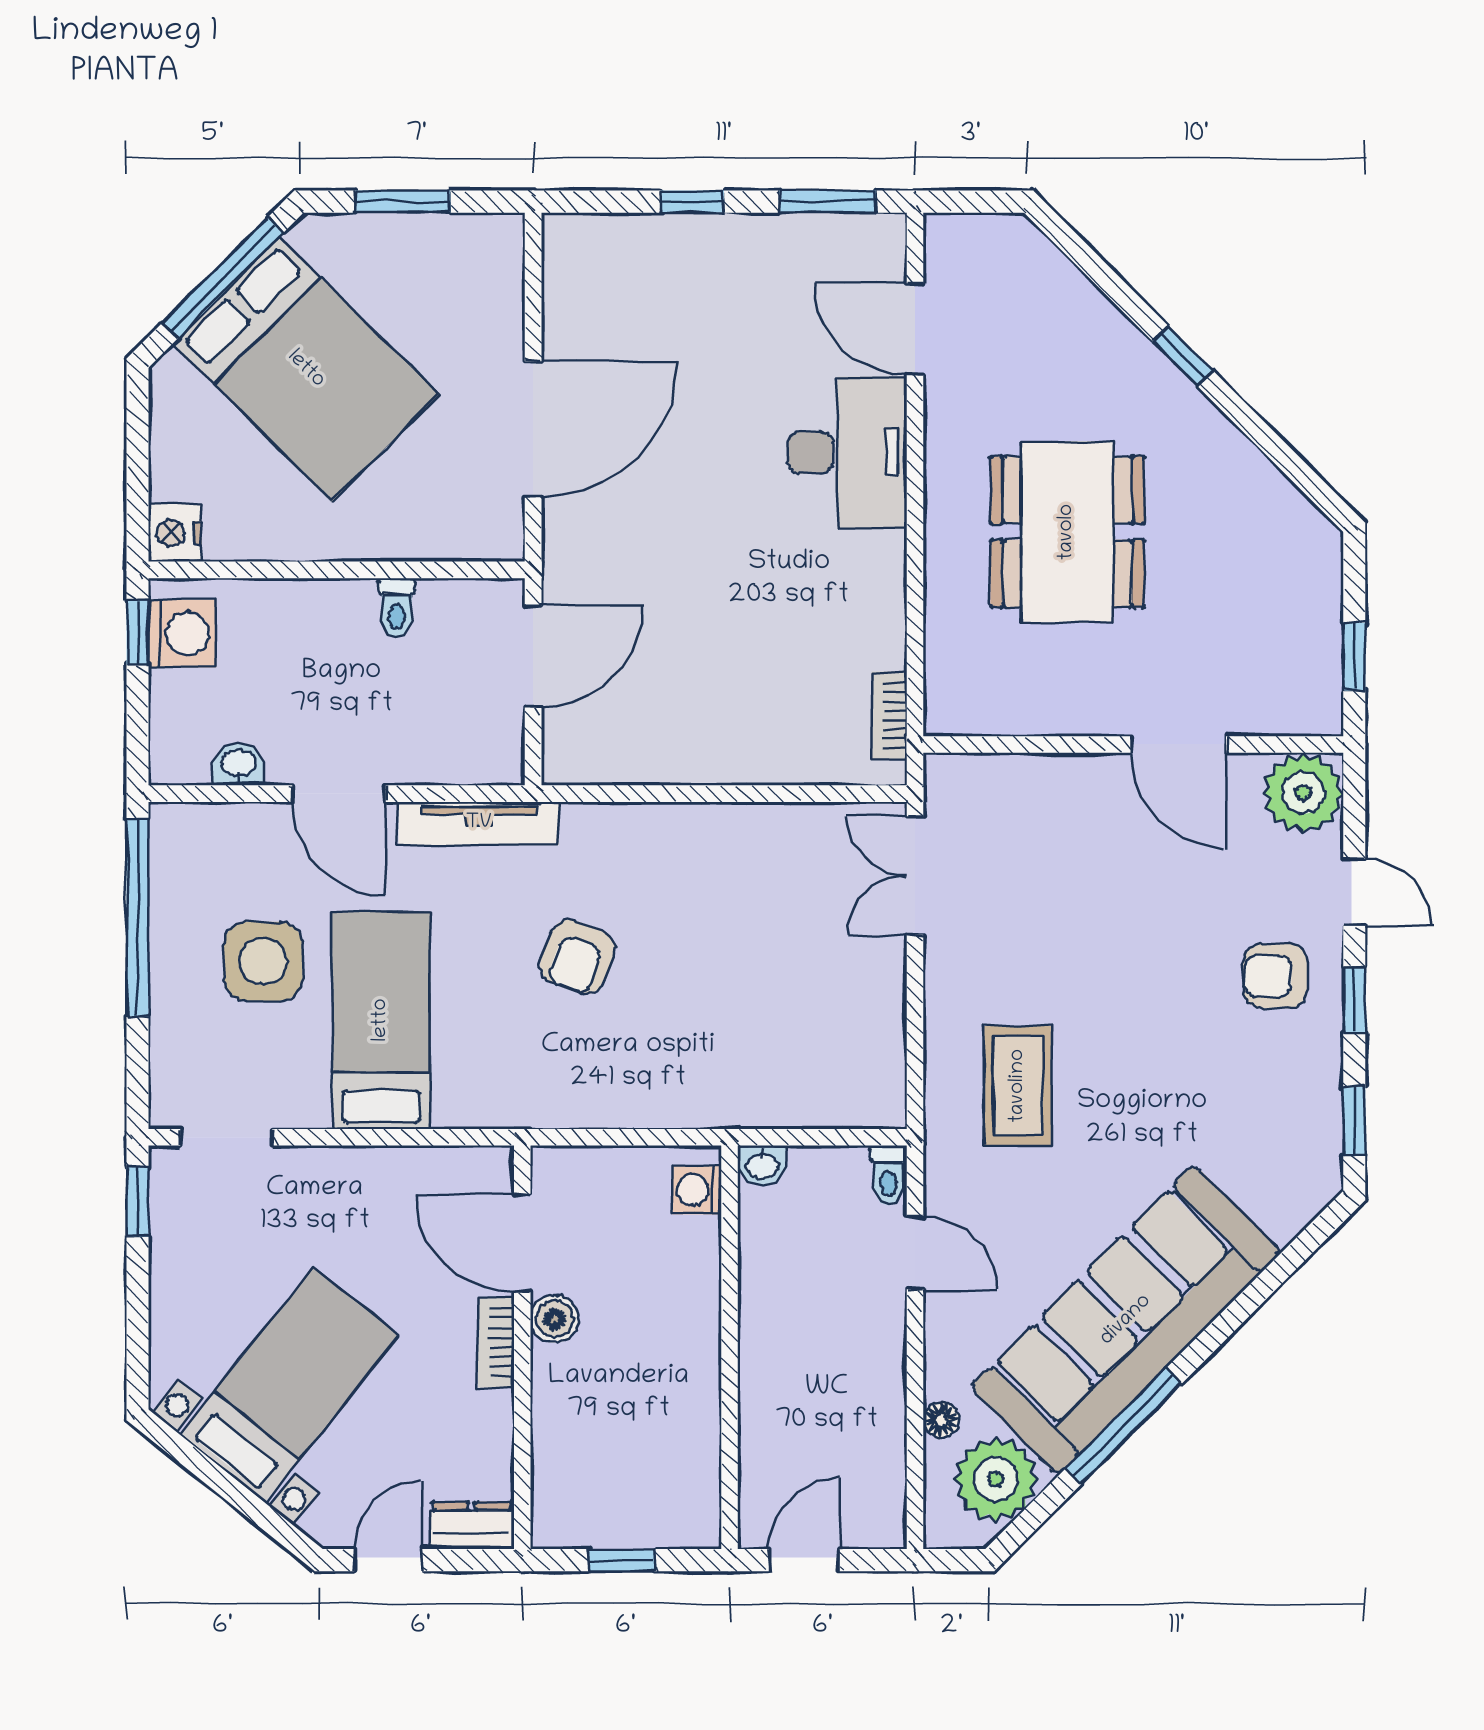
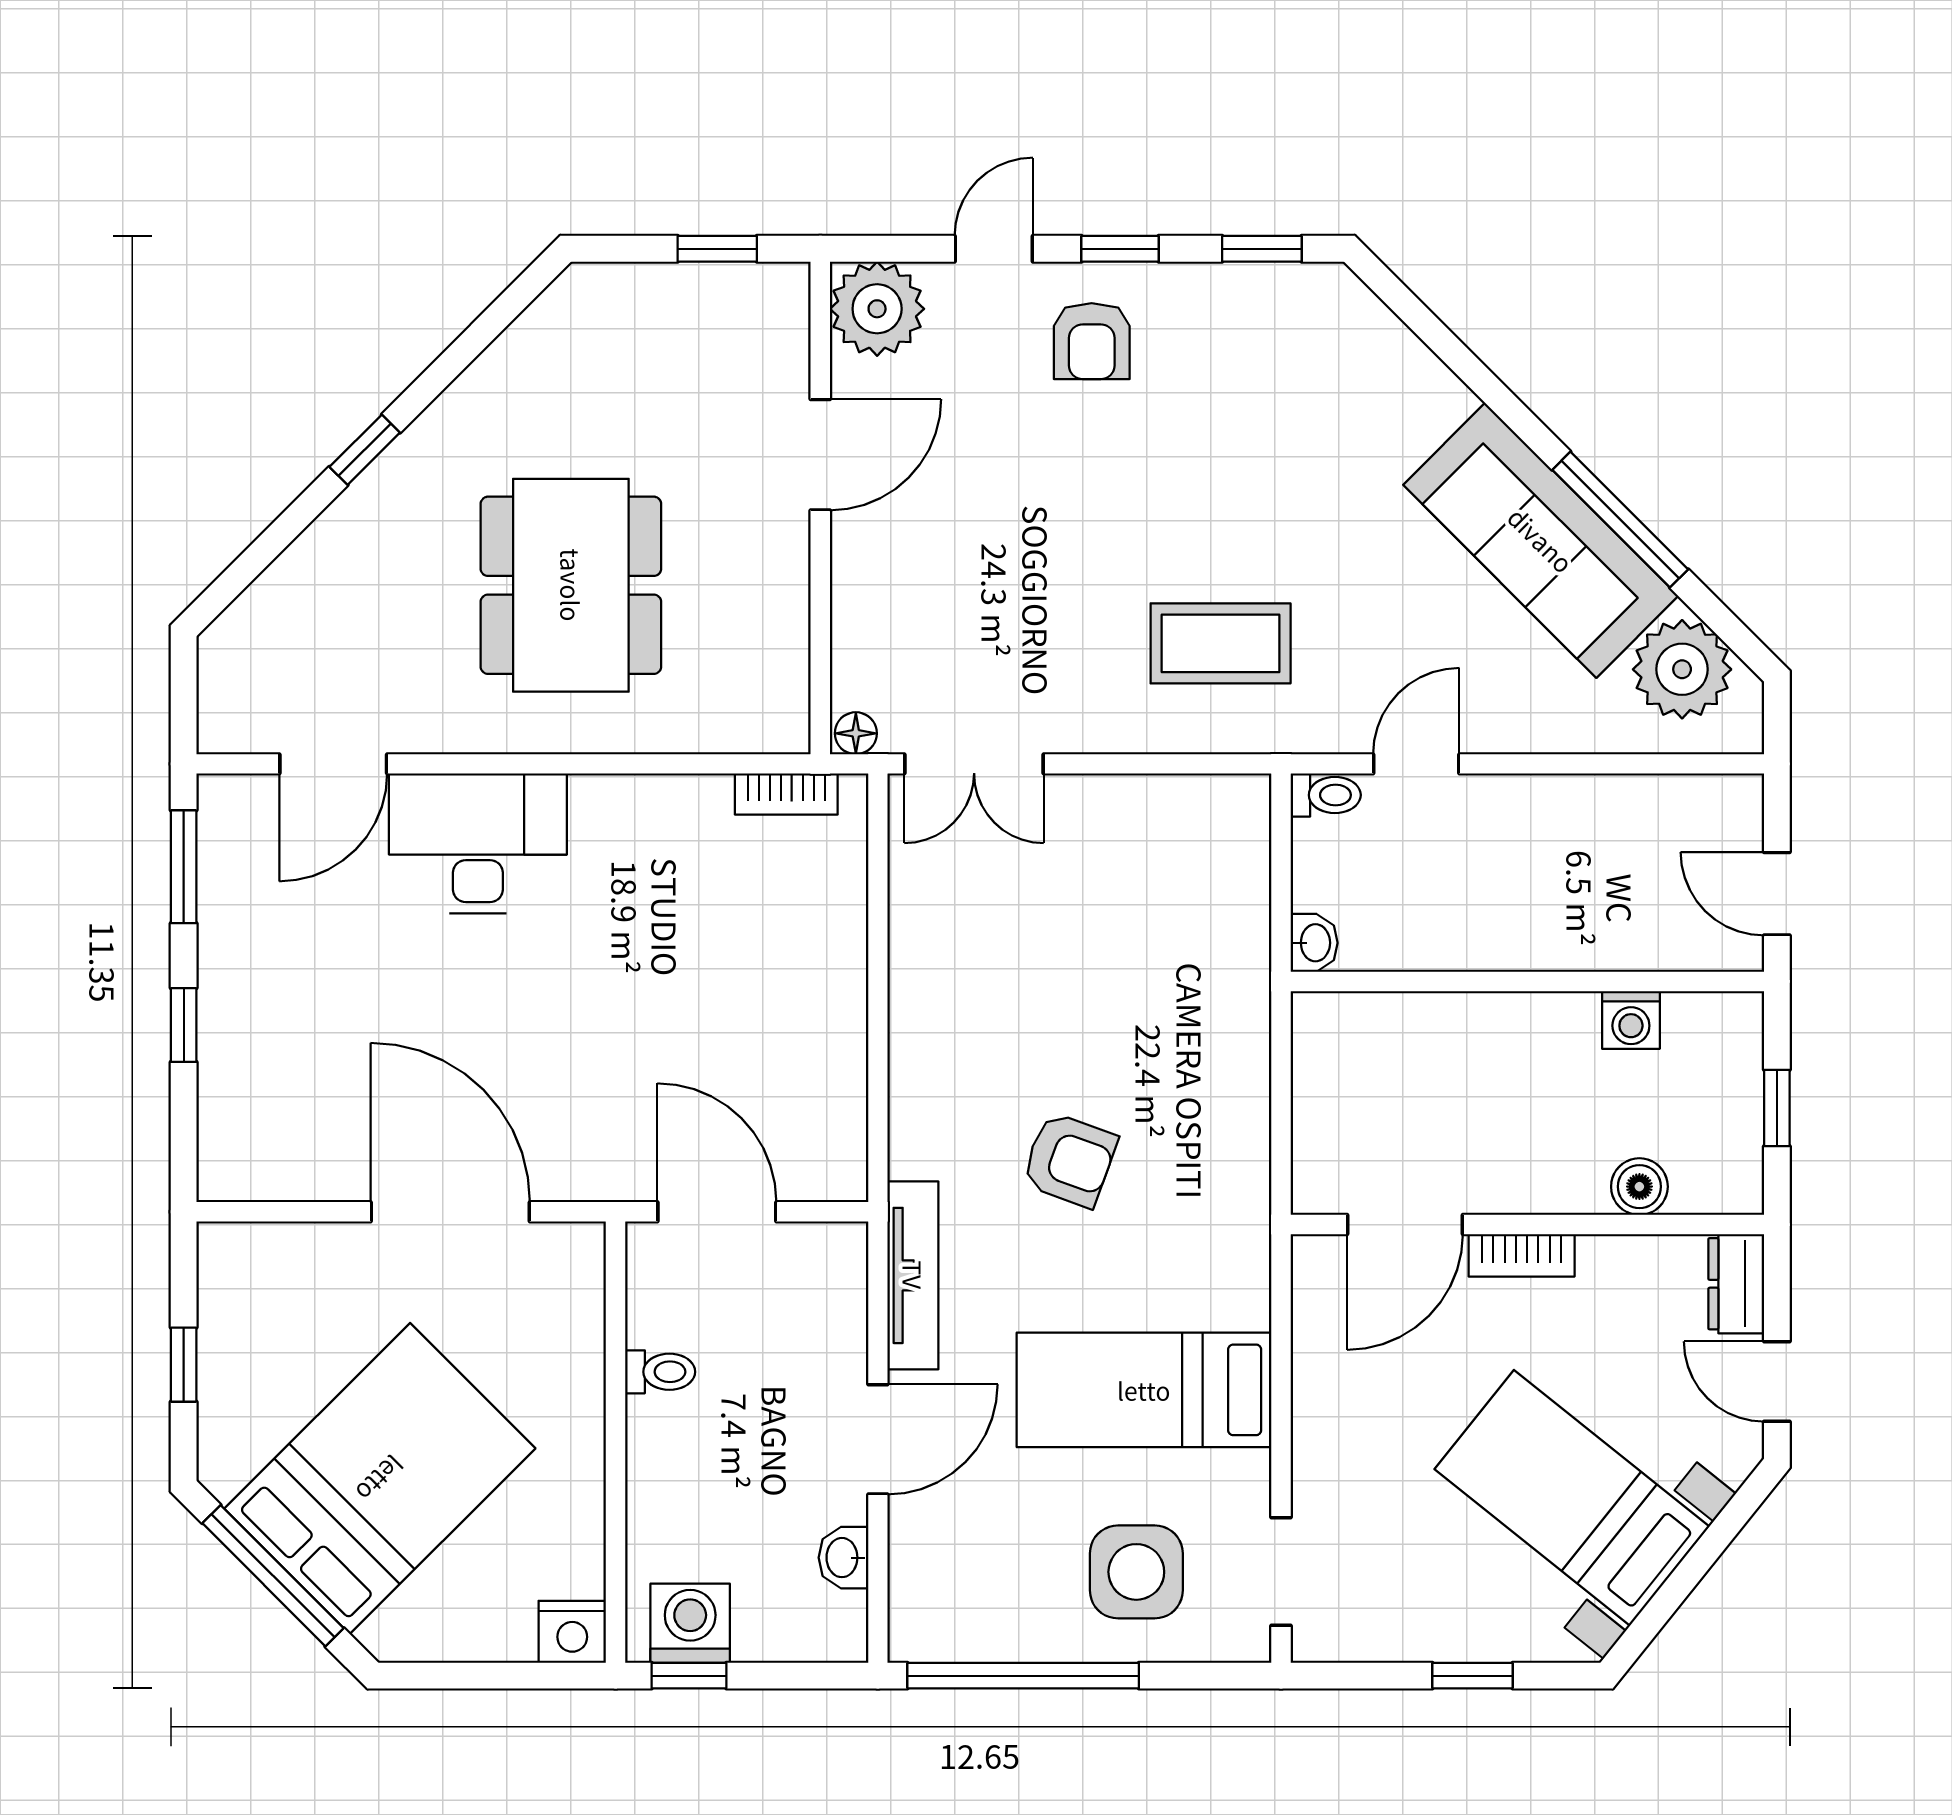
window: (403, 202) -> (184, 1365), width x0.67
dining table: (1067, 532) -> (571, 585), turned 90
side table: (263, 961) -> (1136, 1572), moved
washing machine: (697, 1190) -> (1631, 1020), moved
window: (138, 1202) -> (1472, 1676), moved
boiler: (555, 1319) -> (1639, 1187), moved
sofa: (1126, 1320) -> (1541, 540), width x0.74, depth x0.79
floor lamp: (941, 1420) -> (856, 733), moved

